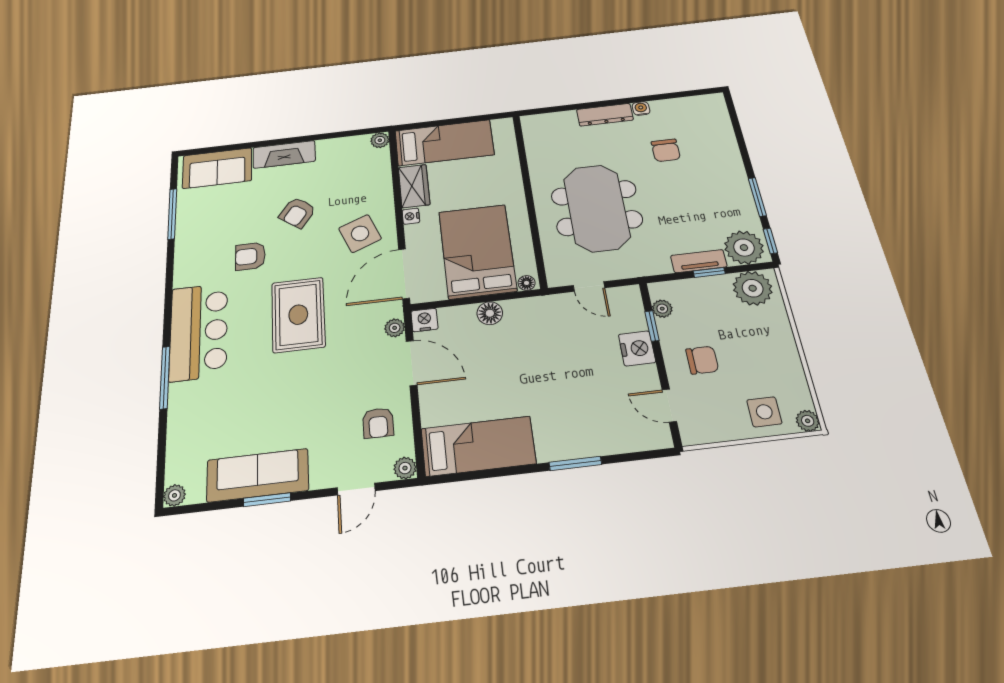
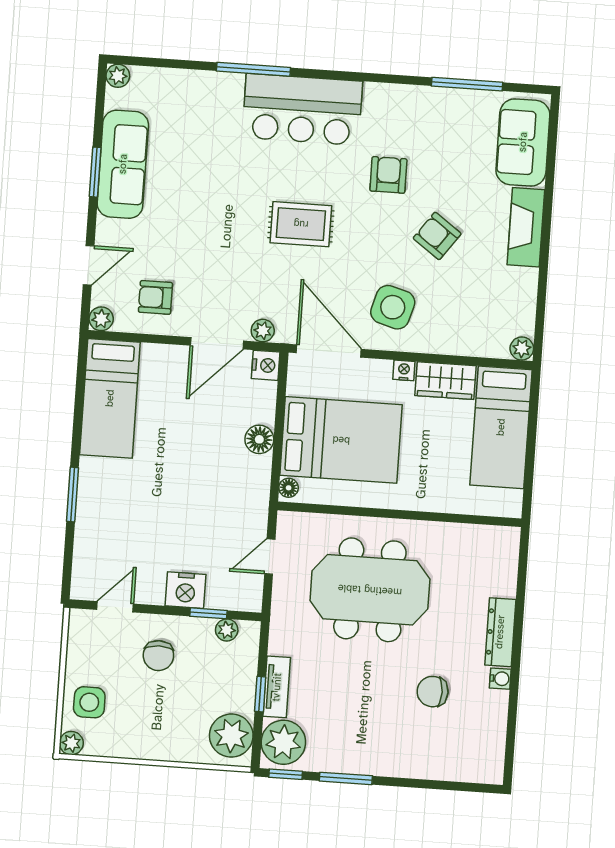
side table: (360, 233) -> (393, 307), turned 38
rug: (298, 315) -> (301, 224), width x0.73, depth x0.70
door: (356, 489) -> (89, 265), swing flipped

